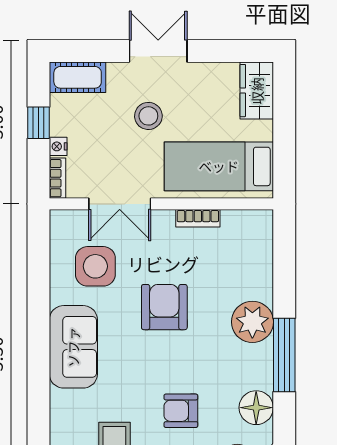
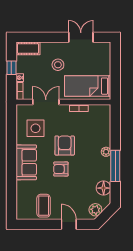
double door: (158, 51) -> (81, 37), moved
wardrobe: (257, 91) -> (104, 54), removed
double door: (120, 204) -> (46, 102), swing flipped
plant: (252, 322) -> (106, 152), width x0.53, depth x0.53
armchair: (181, 411) -> (61, 169), moved

